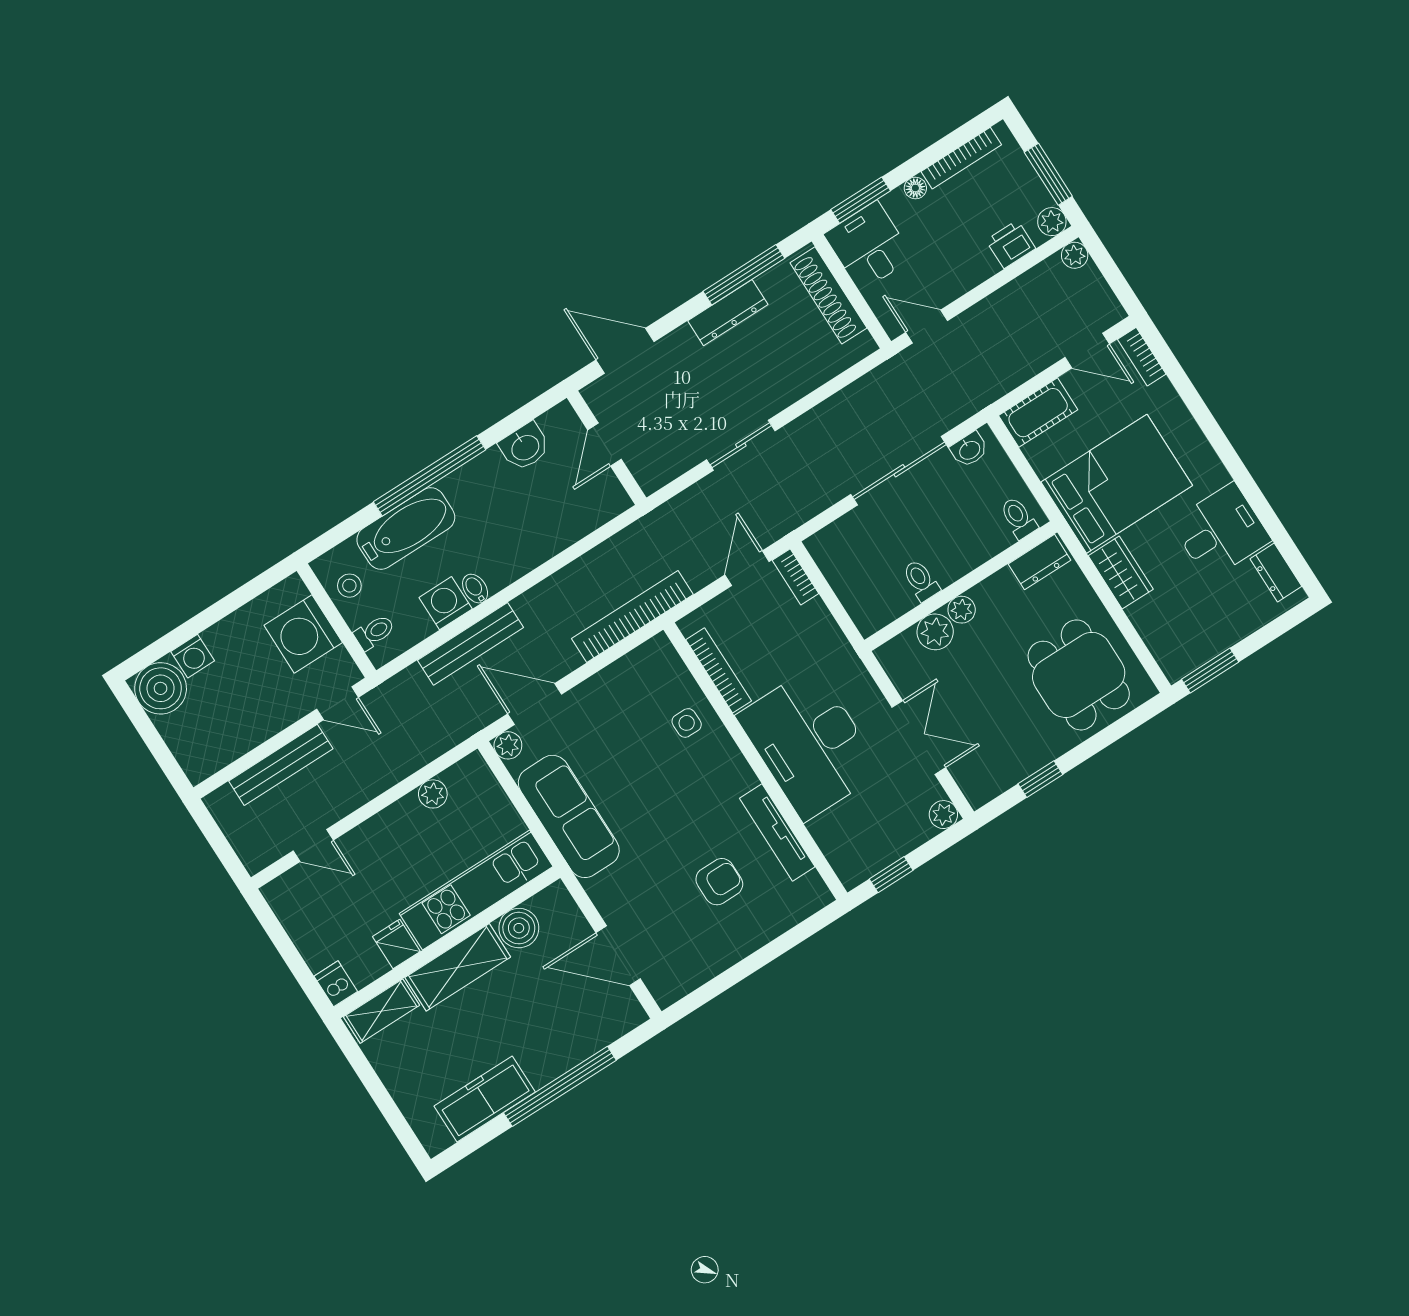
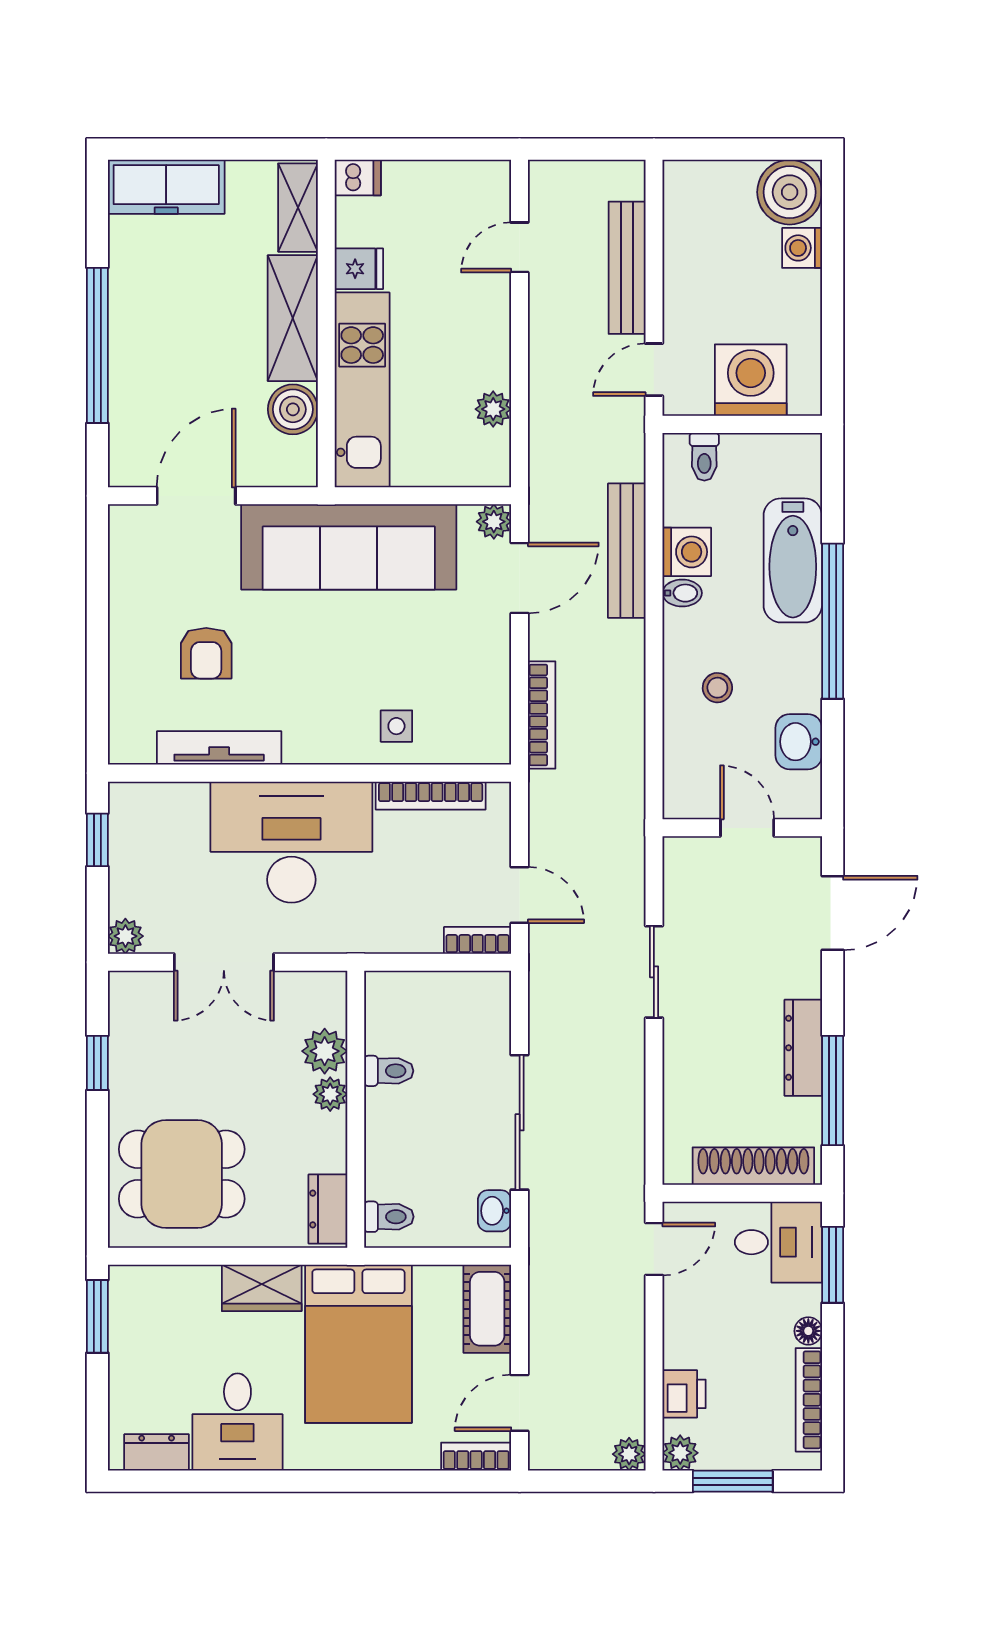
stool: (349, 586) -> (717, 688), moved
bookcase: (632, 617) -> (542, 715), width x0.68, depth x0.76
sofa: (569, 816) -> (349, 547), width x1.36, depth x1.27
freezer: (485, 1099) -> (166, 187), moved, turned 90

